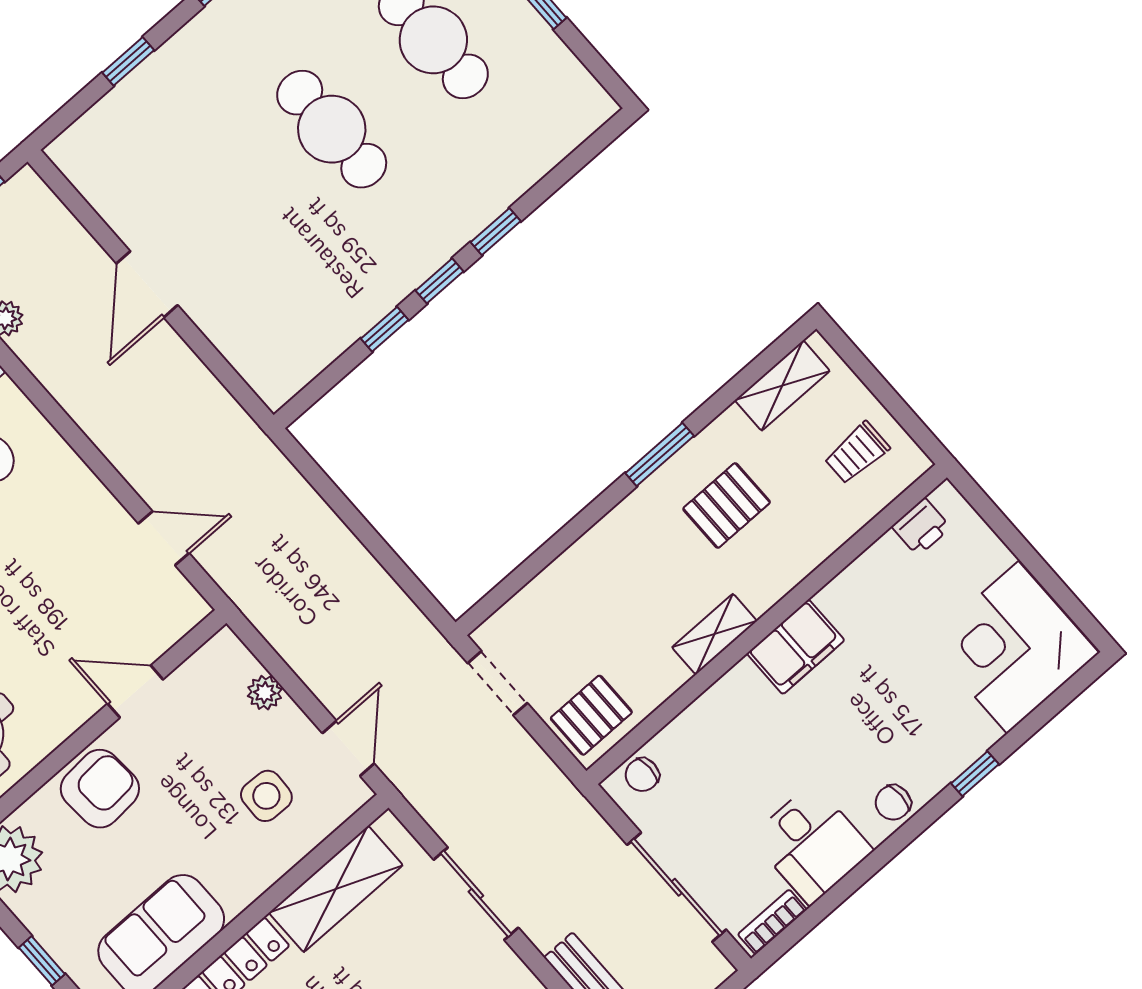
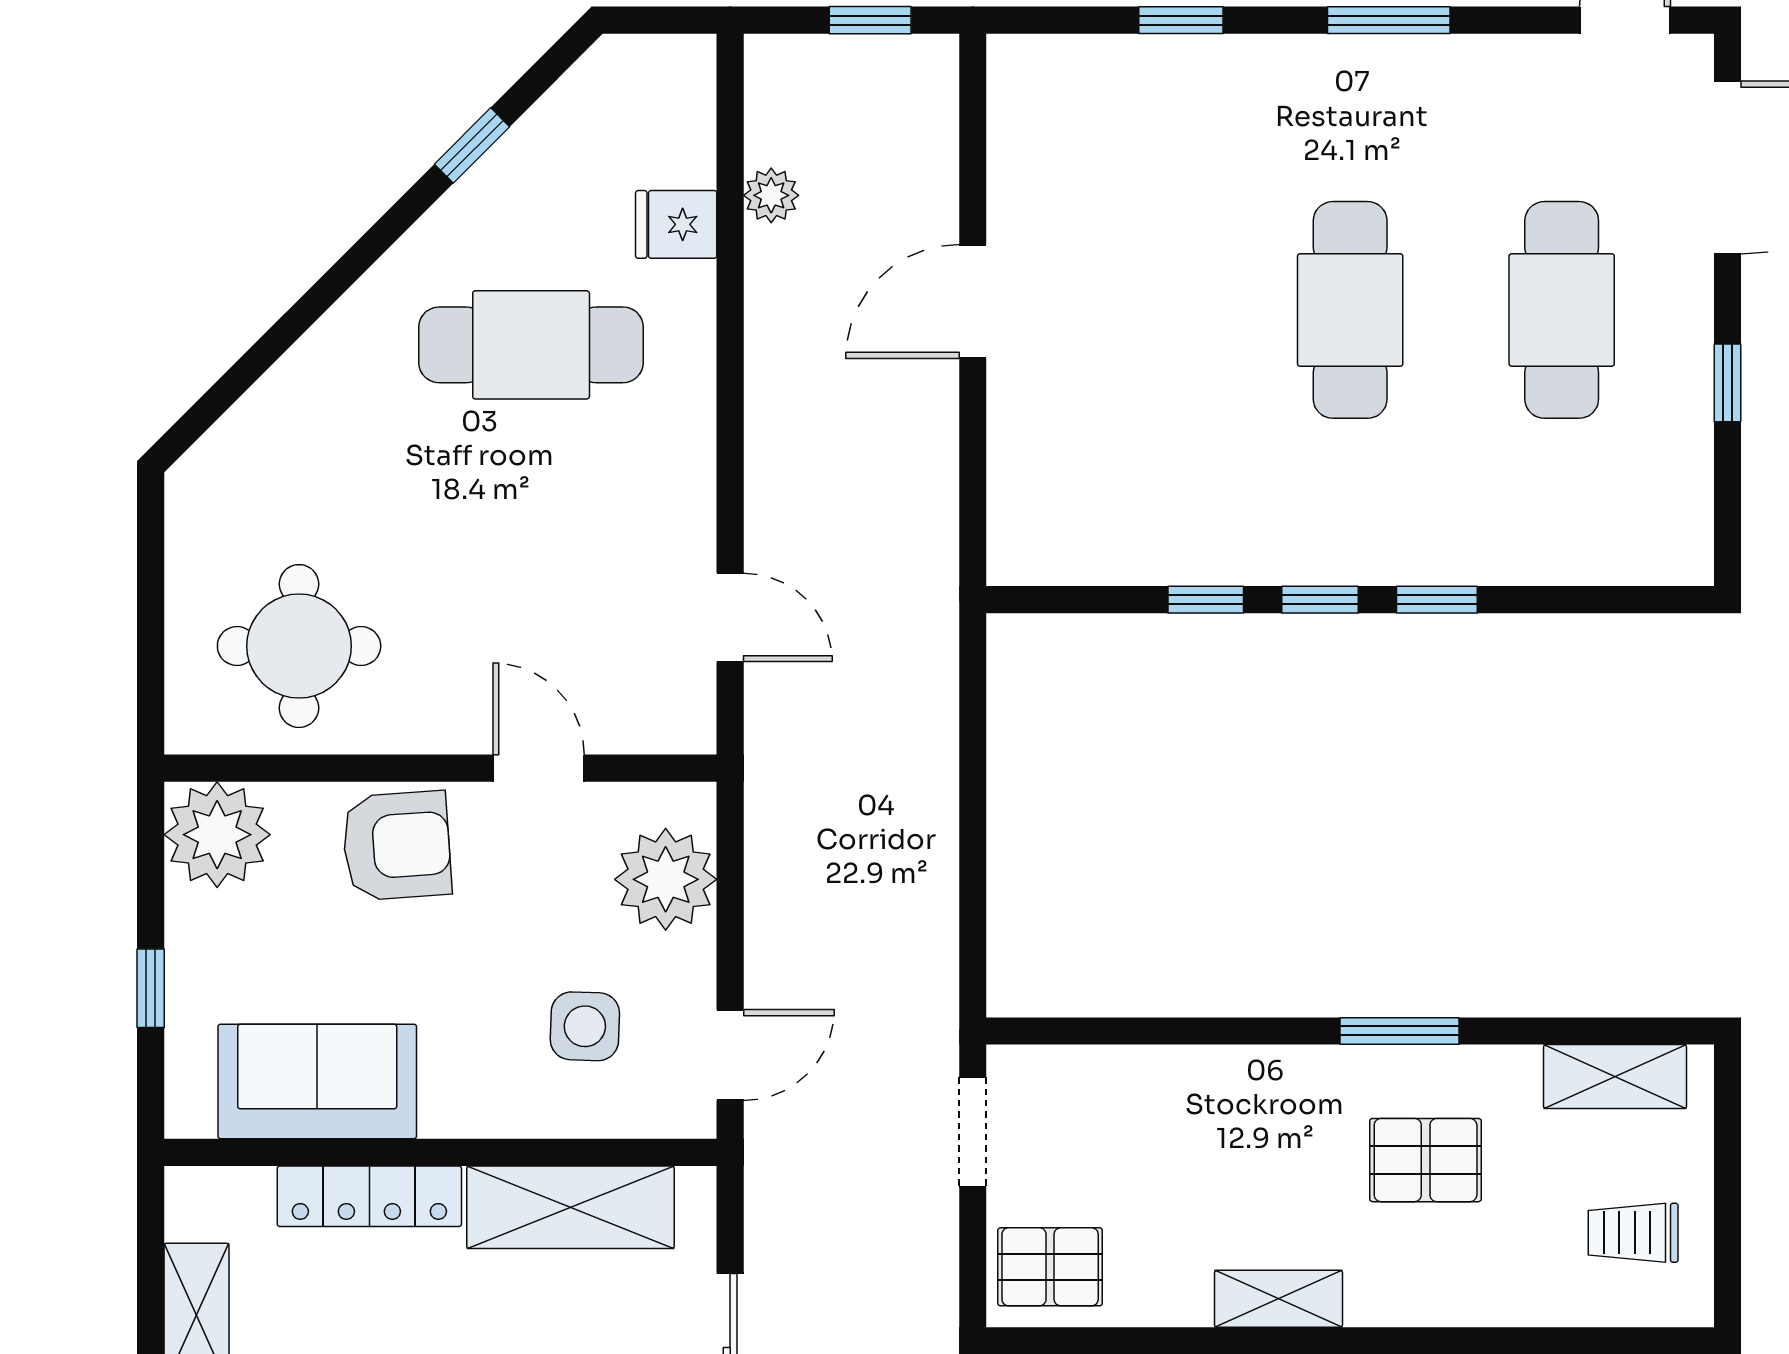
plant: (265, 693) -> (666, 879), width x1.87, depth x1.87

